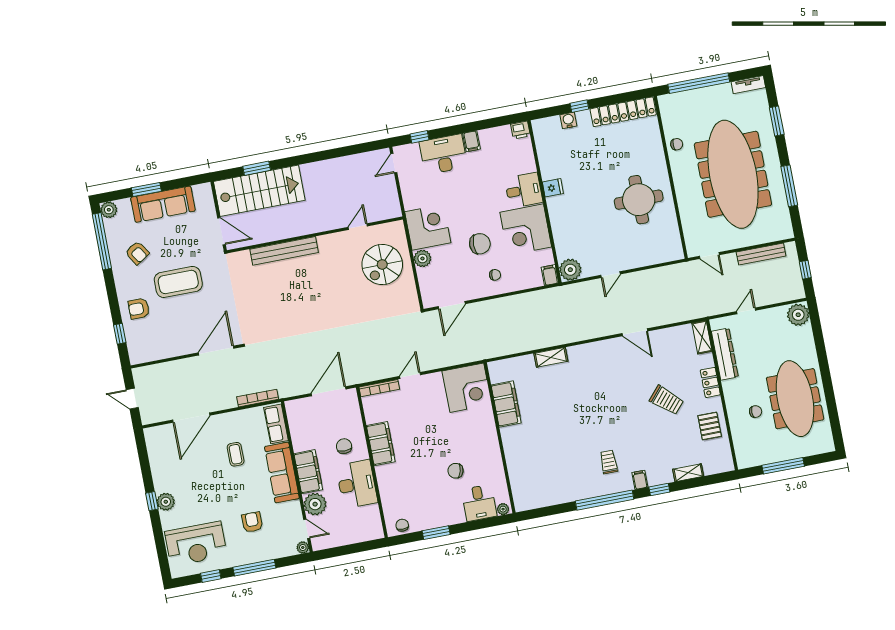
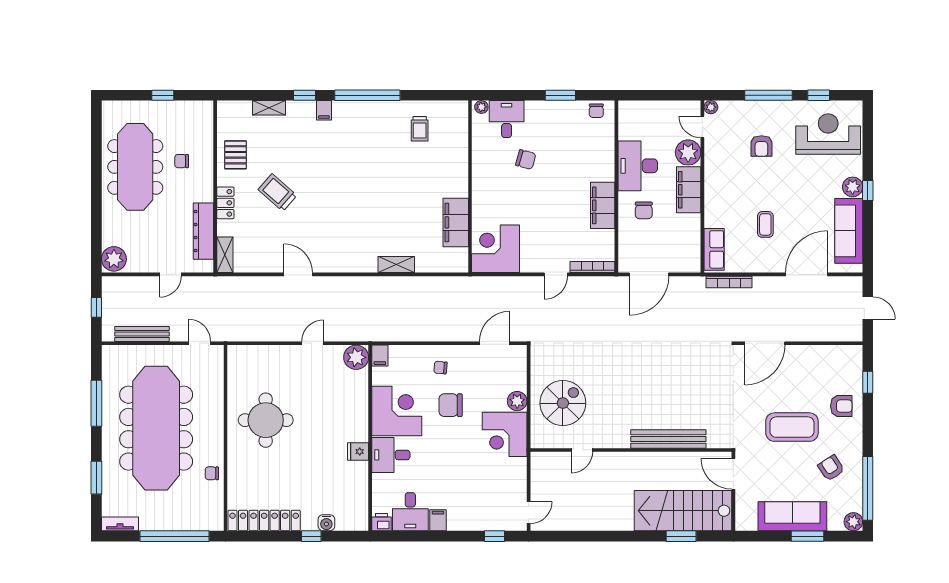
desk: (443, 154) -> (410, 512), moved, width x0.73
trolley: (609, 462) -> (420, 129), moved
window: (783, 466) -> (163, 95), width x0.46
sofa: (282, 472) -> (849, 231), moved, turned 180

